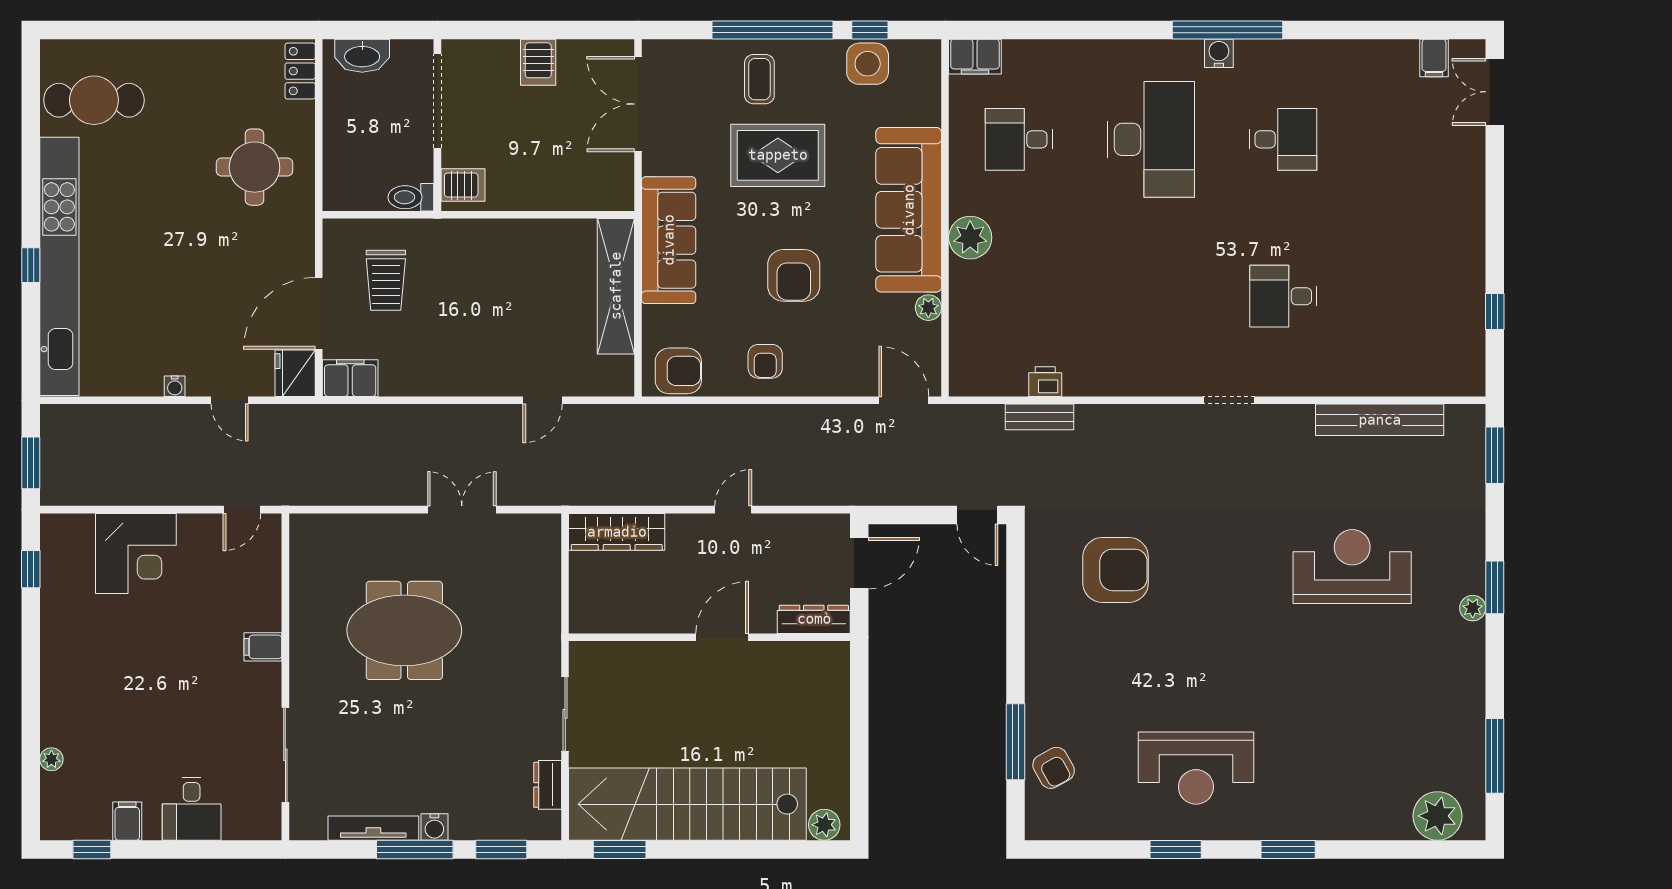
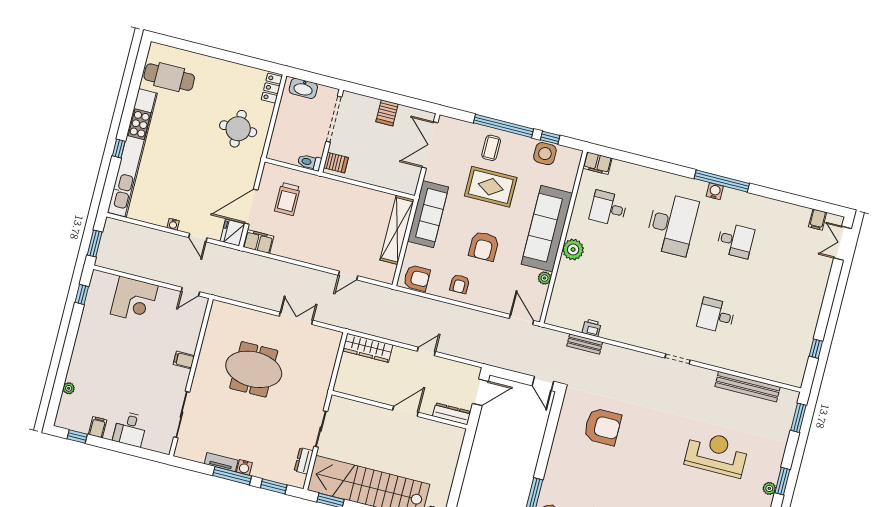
tv unit: (373, 828) -> (221, 462), width x0.71

